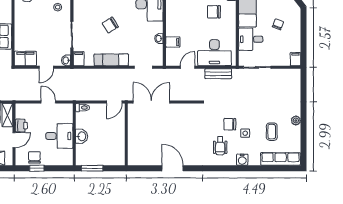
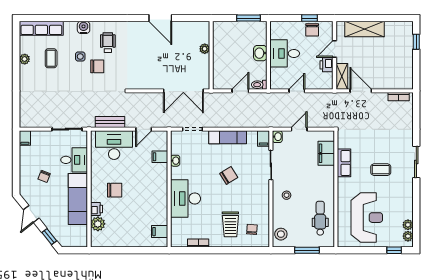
filing cabinet: (25, 58) -> (326, 153), moved, turned 90
door: (48, 102) -> (297, 91), swing flipped
door: (114, 102) -> (240, 91), moved
plant: (296, 121) -> (25, 59), moved
plant: (132, 140) -> (205, 49), added

